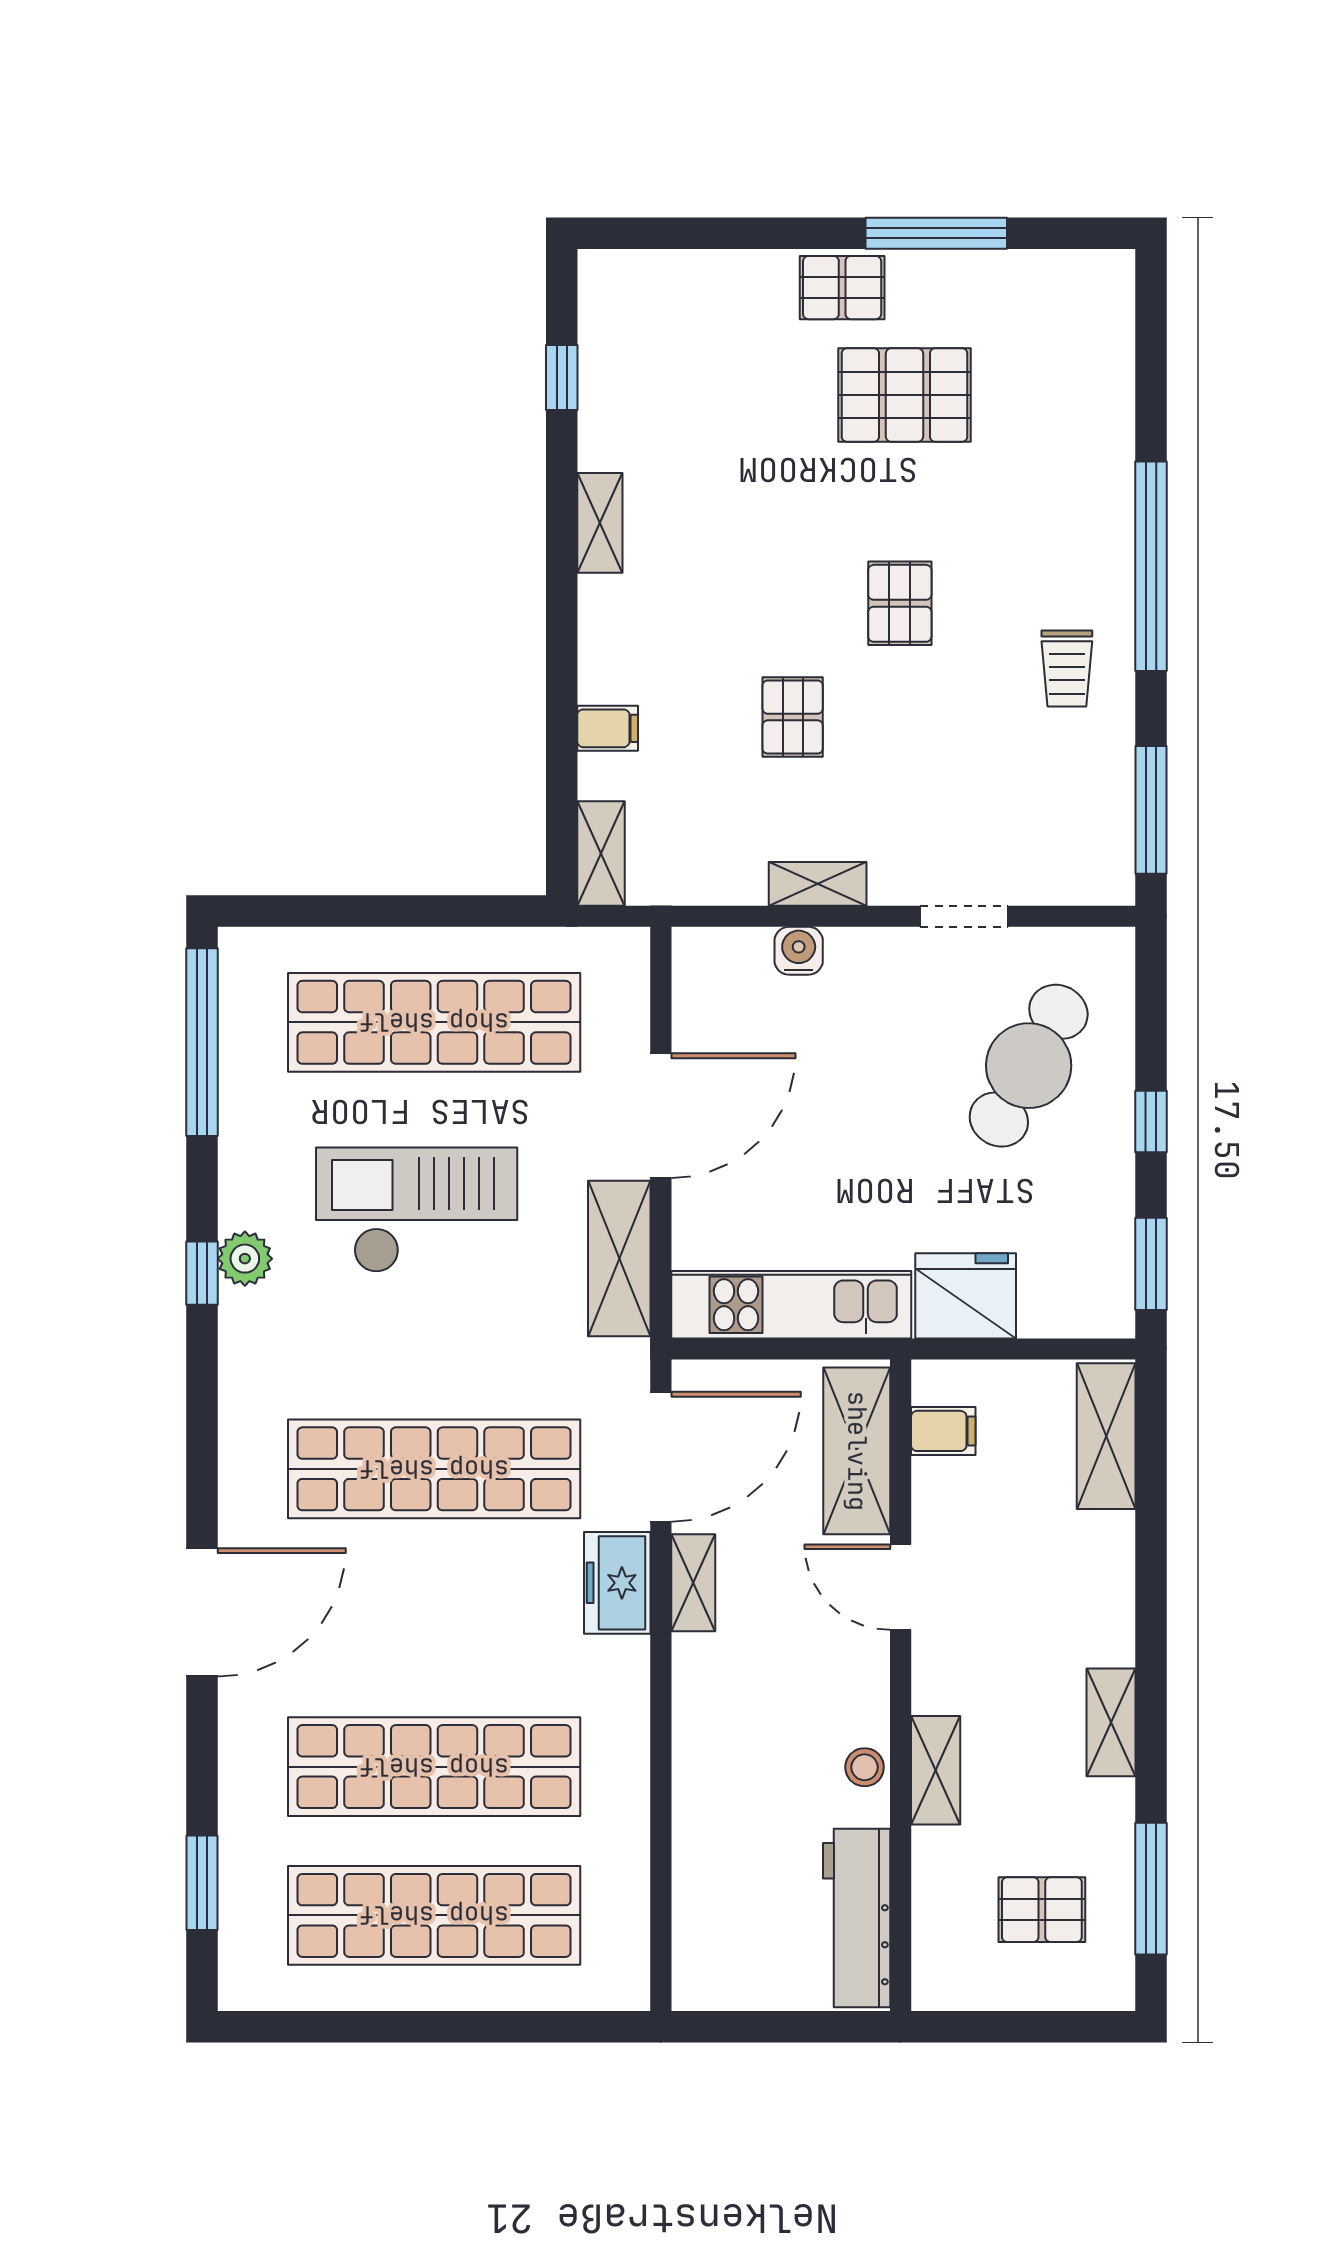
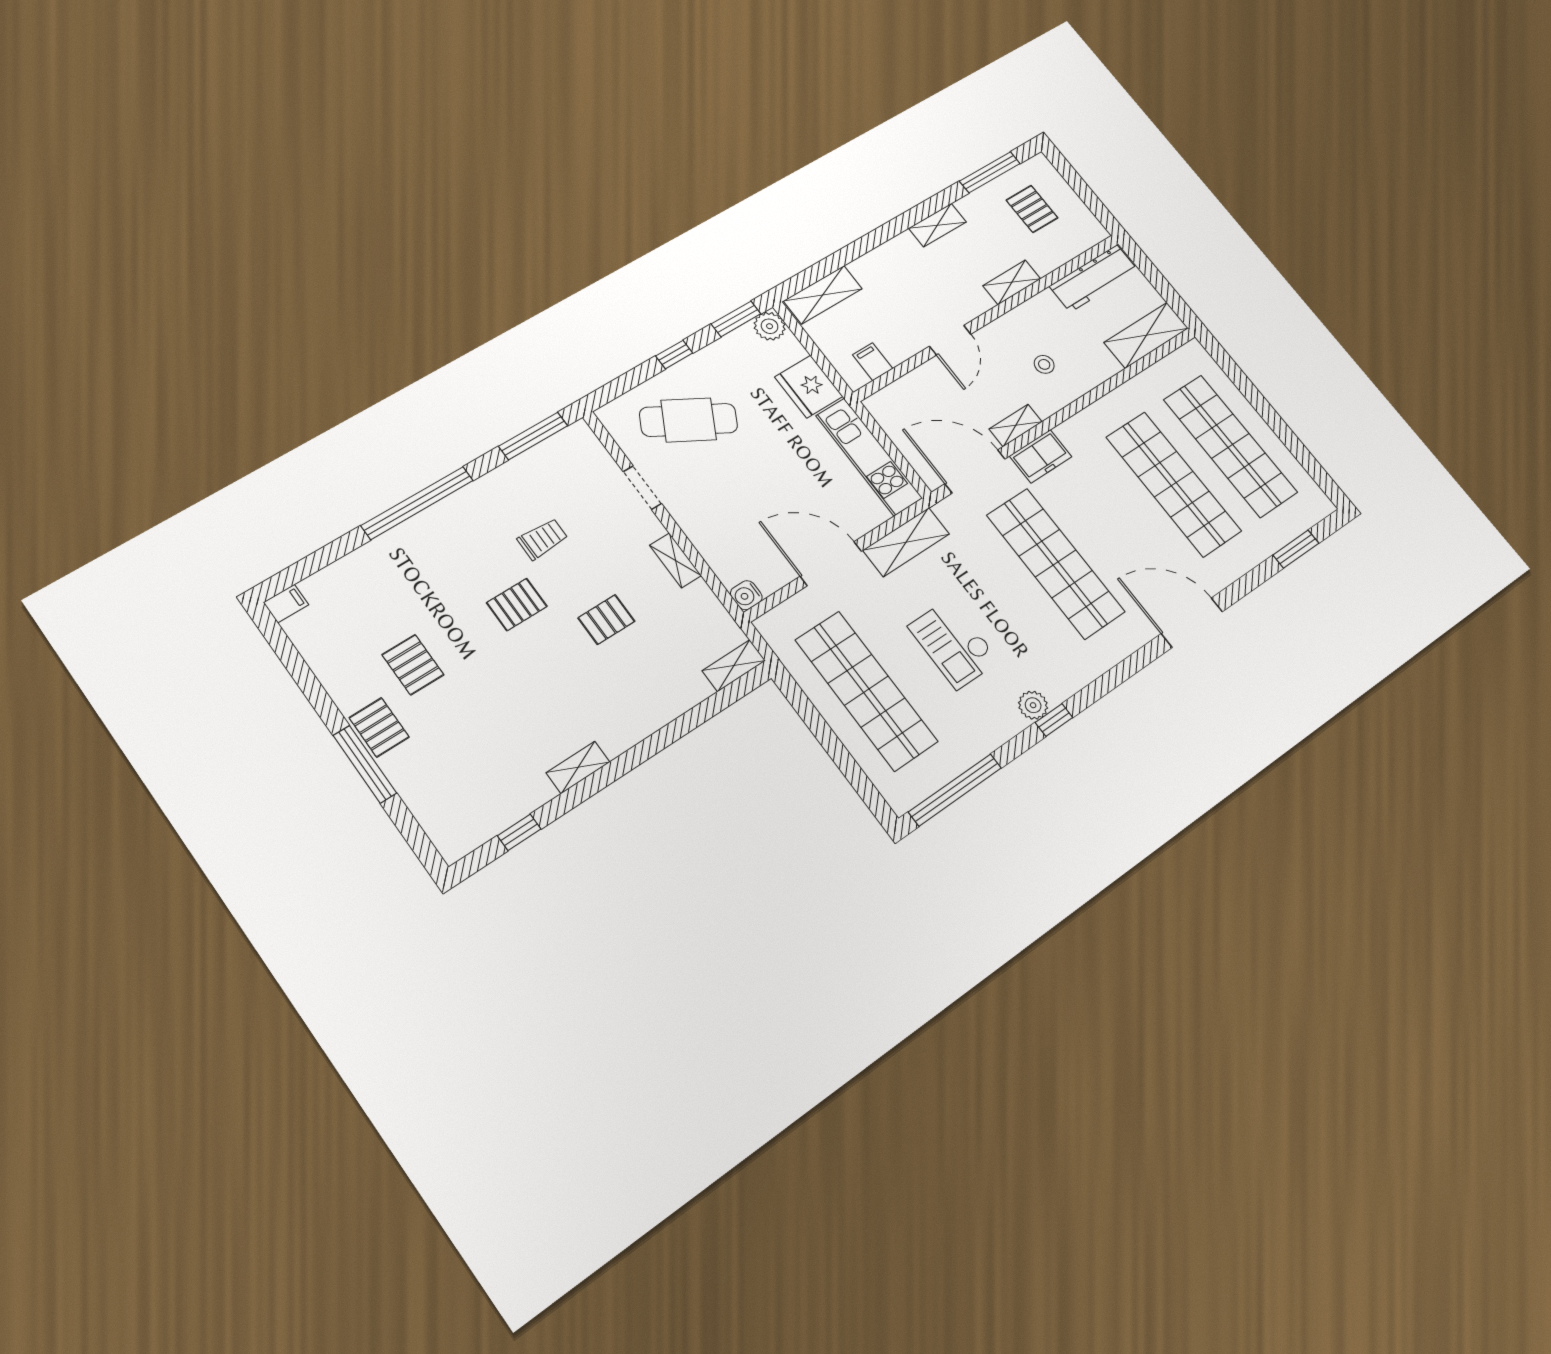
window: (936, 233) -> (365, 764), moved
pallet: (904, 395) -> (413, 665), width x0.67, depth x0.71
trolley: (1067, 669) -> (543, 539), moved
filing cabinet: (608, 728) -> (286, 604), moved, turned 90
water cooler: (799, 951) -> (746, 595), moved
checkout: (417, 1210) -> (954, 644), width x0.73, depth x0.83
plant: (1106, 1309) -> (770, 326), added
shelving: (857, 1451) -> (1146, 335), moved
stool: (865, 1767) -> (1044, 364), moved

